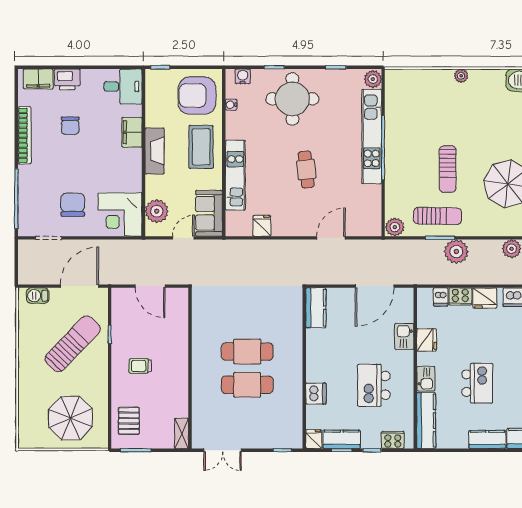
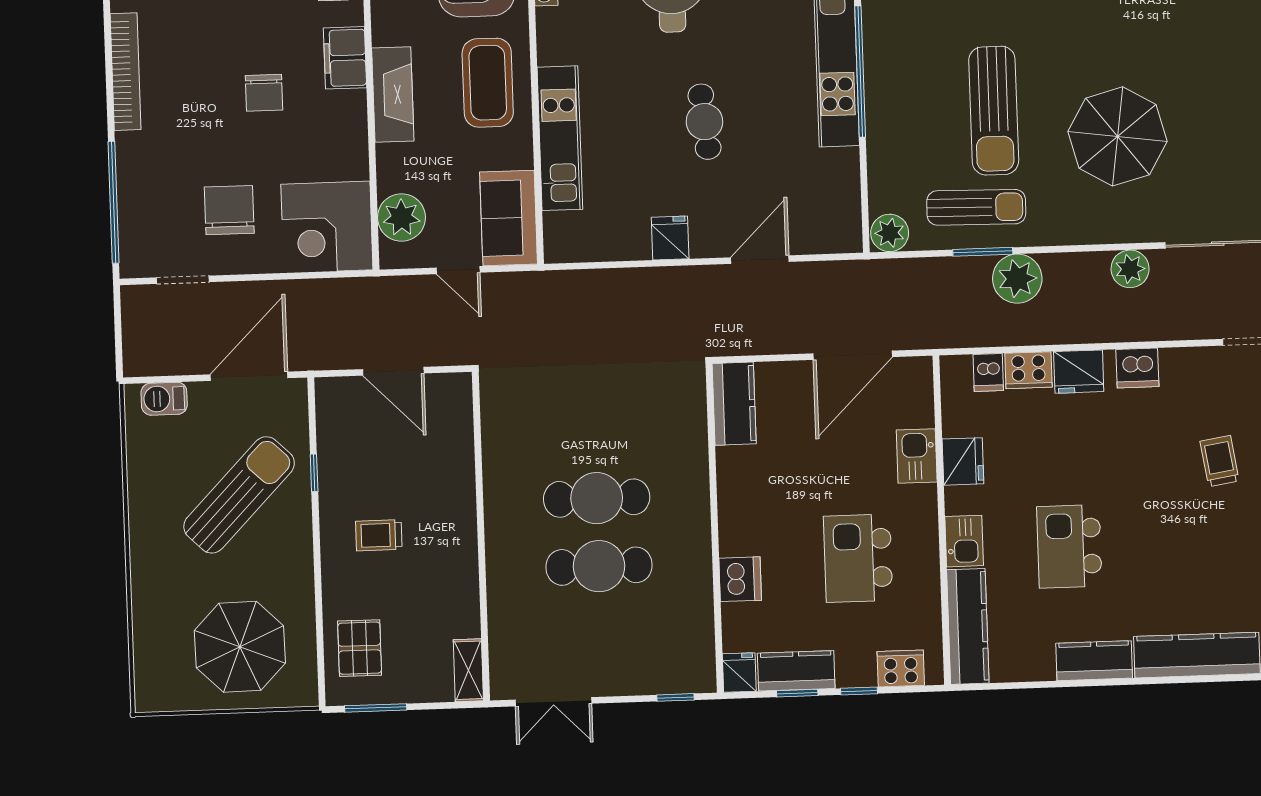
chair: (70, 126) -> (264, 93), moved
sun lounger: (448, 169) -> (994, 111), width x1.36, depth x1.34
fridge: (262, 226) -> (670, 238), moved
door: (183, 238) -> (458, 270), swing flipped
kitchen island: (477, 383) -> (1069, 546), turned 180

